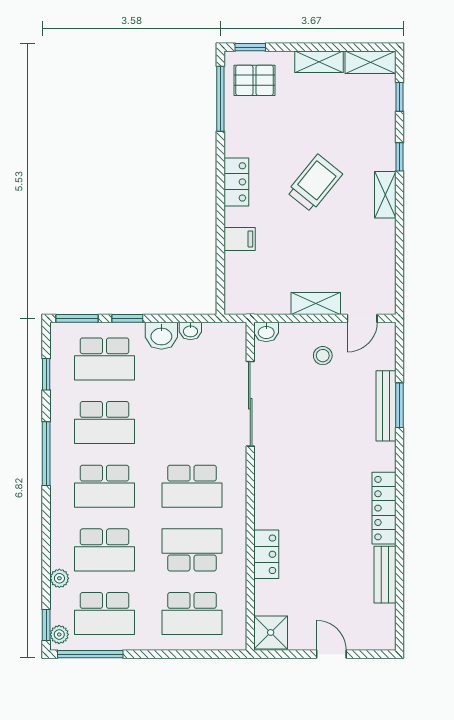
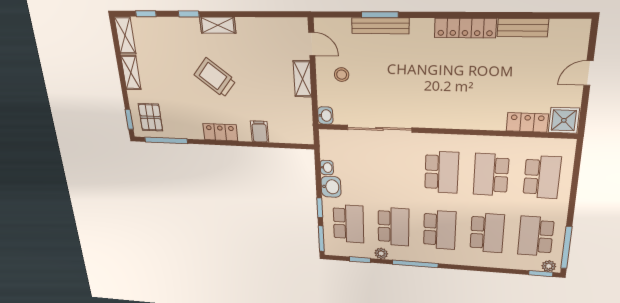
locker: (266, 554) -> (527, 122), moved
plant: (59, 578) -> (381, 253), moved
school desk: (104, 614) -> (536, 236), turned 180

